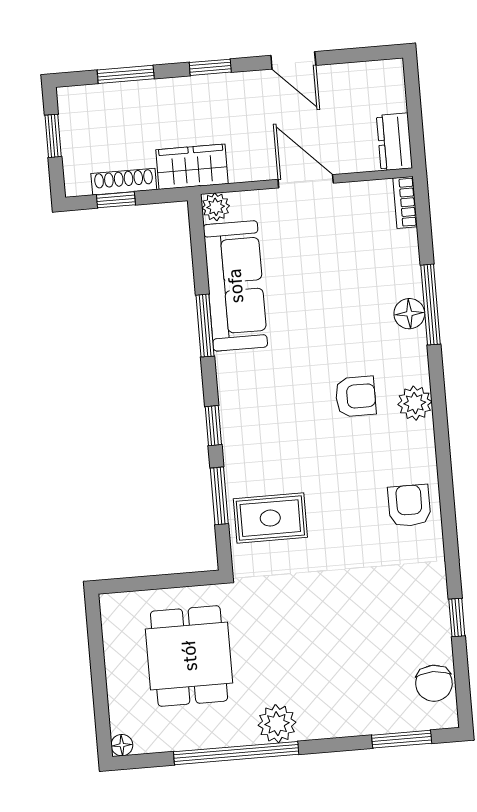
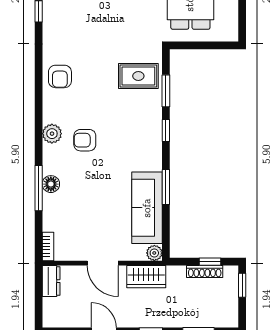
window: (53, 136) -> (242, 285), moved
wardrobe: (192, 167) -> (146, 277), moved

